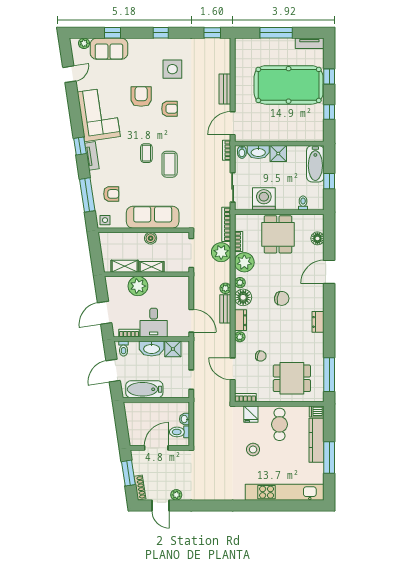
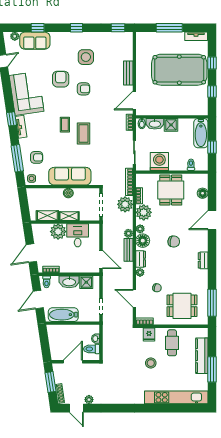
desk: (154, 323) -> (78, 235), moved, turned 180
dishwasher: (317, 411) -> (202, 332), removed

